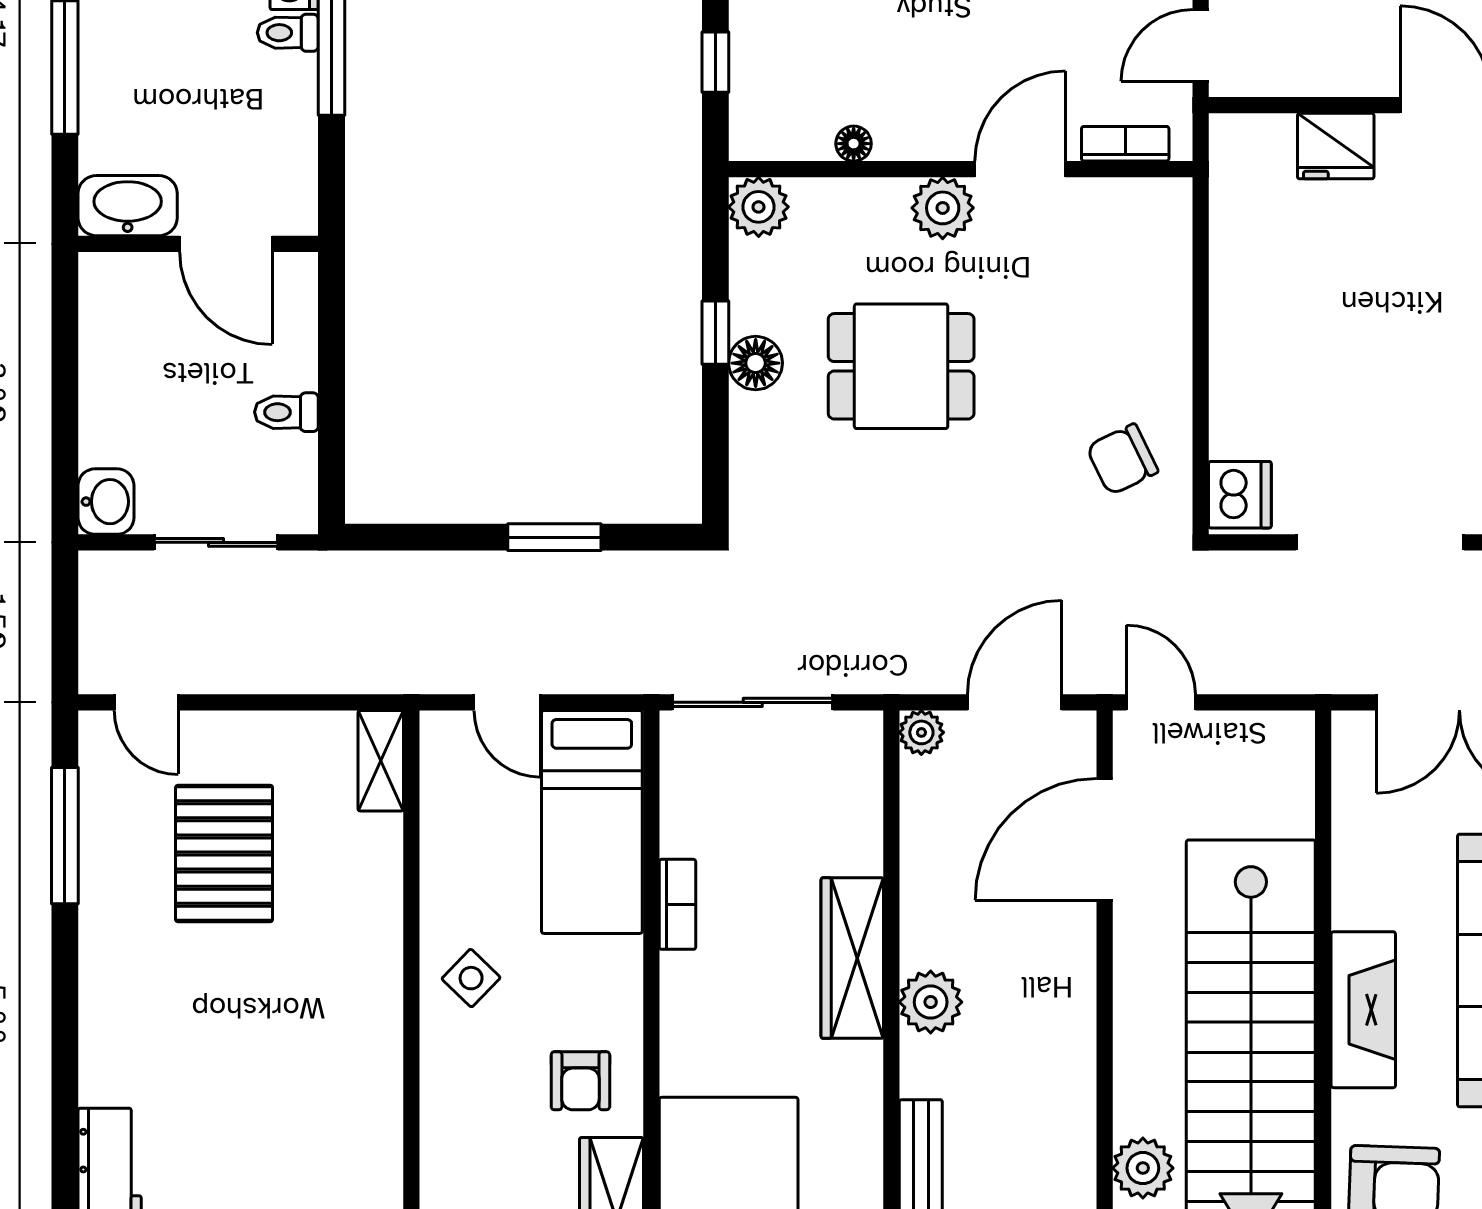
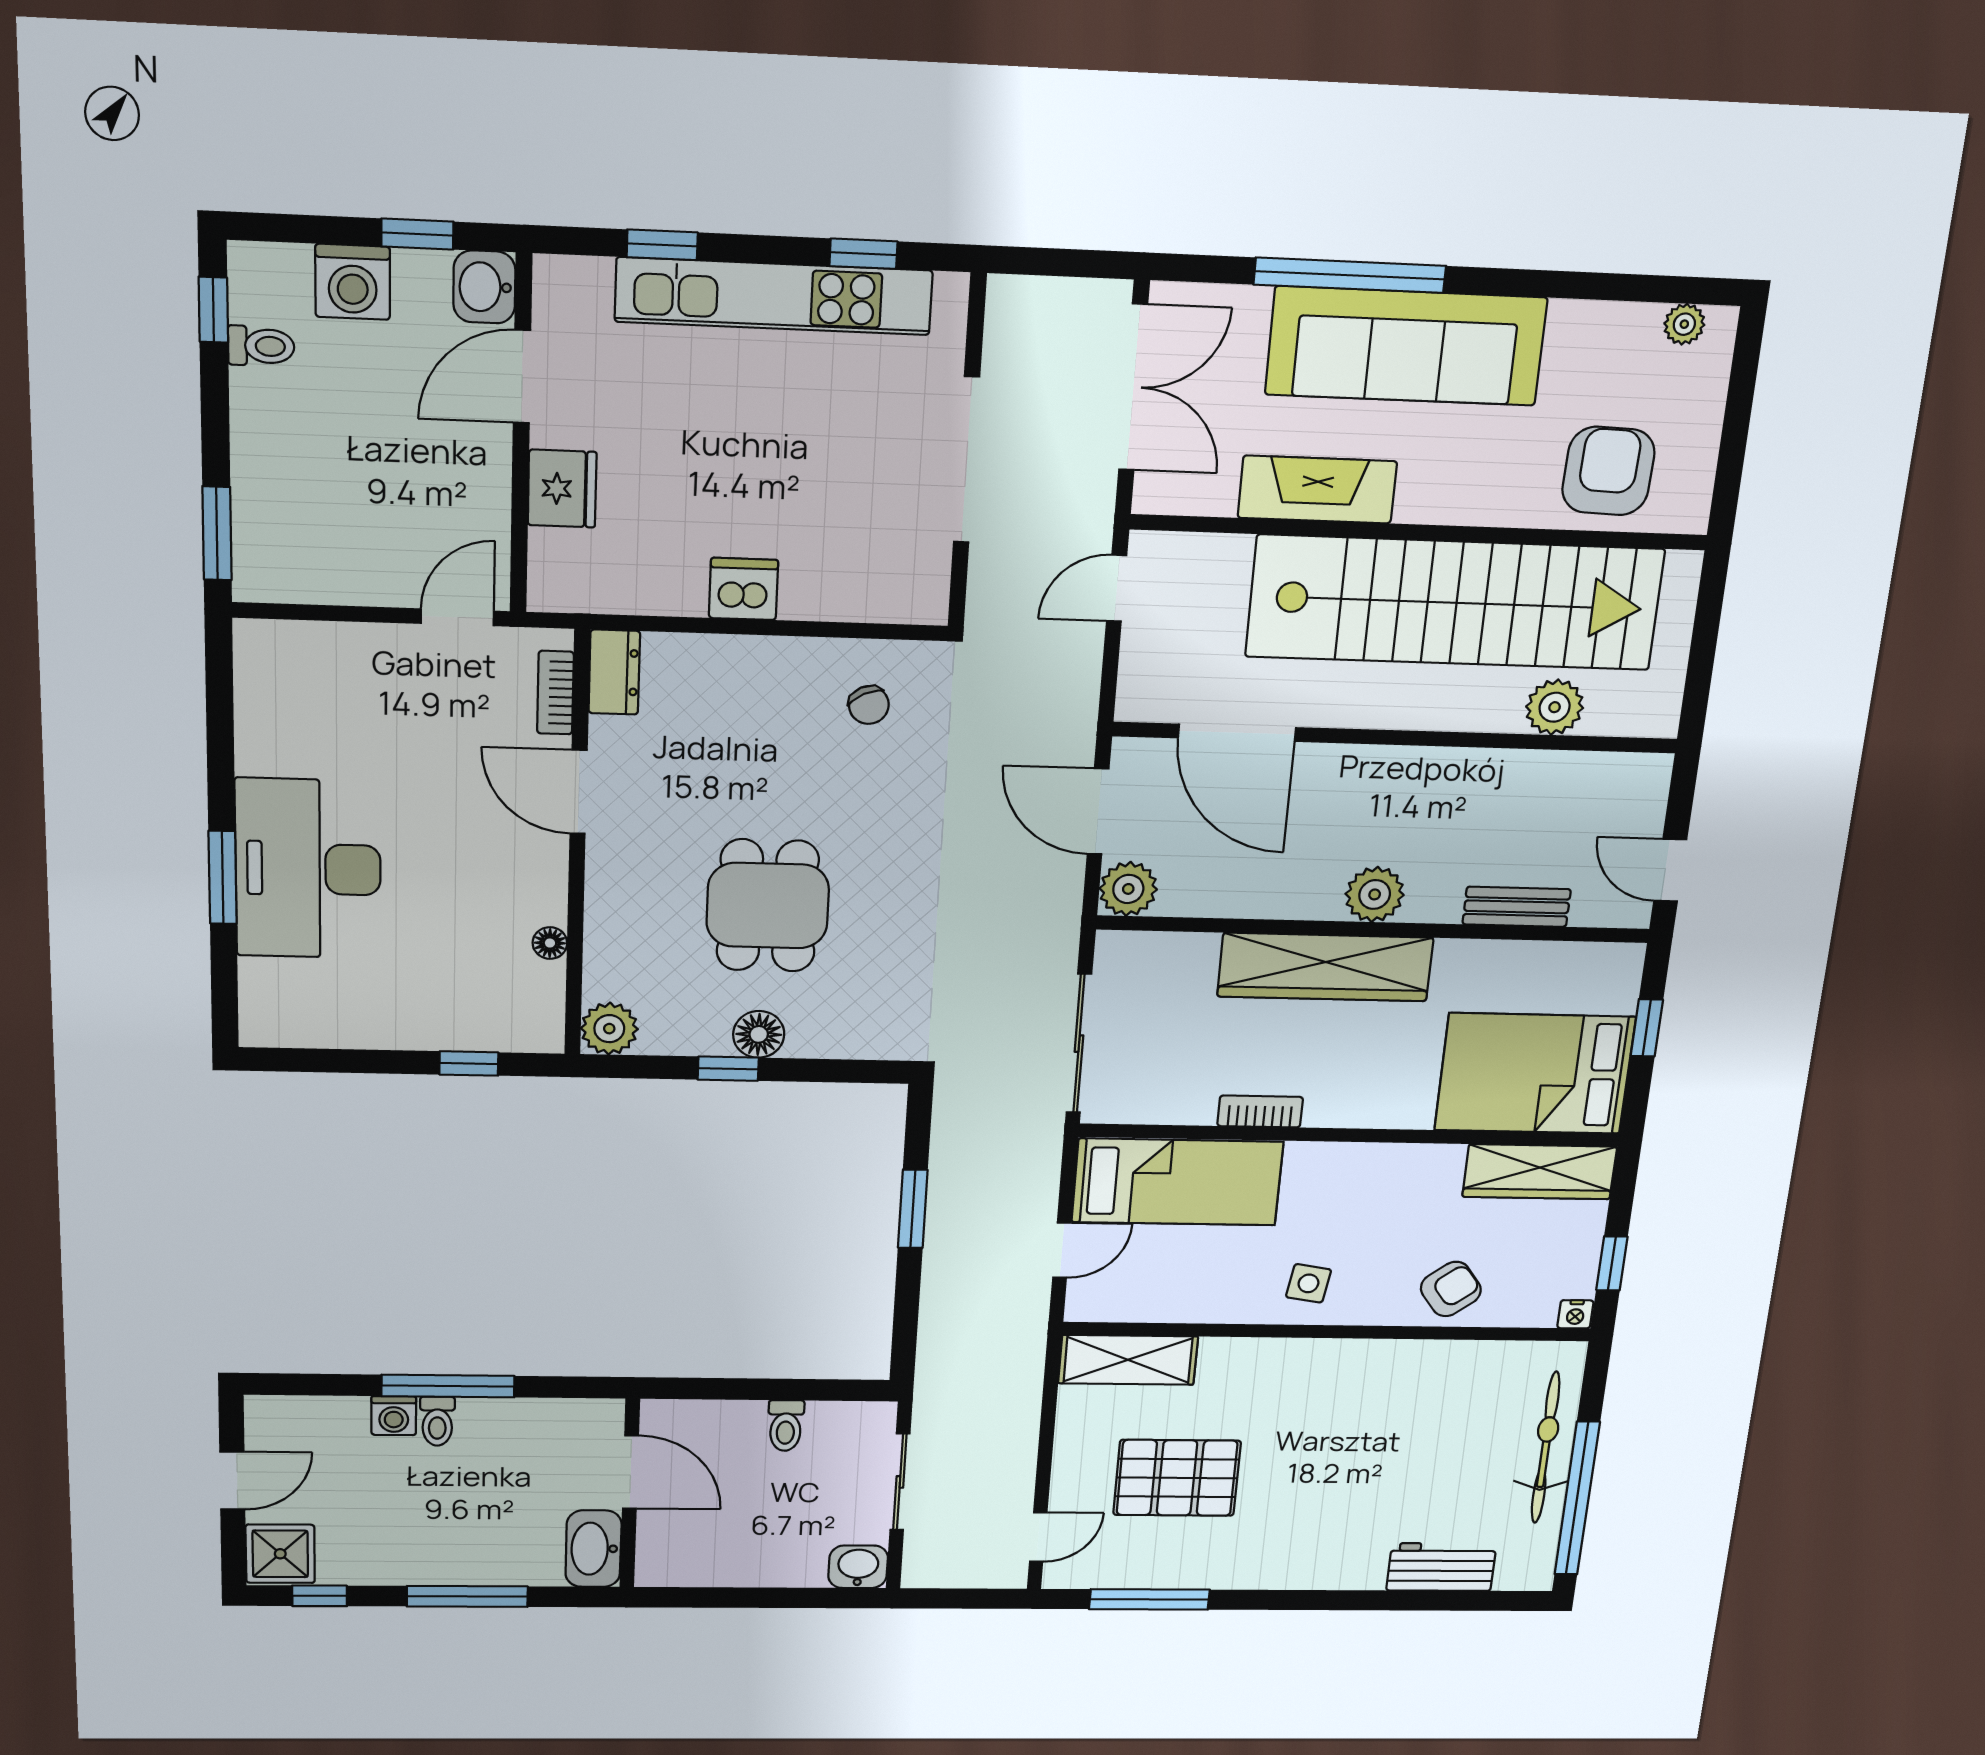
door: (1201, 45) -> (457, 617), swing flipped
dresser: (1149, 202) -> (614, 672), added
plant: (943, 208) -> (615, 864), removed
door: (226, 244) -> (630, 1472), hinge flipped
chair: (1122, 459) -> (869, 705), width x0.73, depth x0.73
dishwasher: (1240, 495) -> (743, 589), moved
door: (1161, 702) -> (1117, 588), moved
plant: (921, 732) -> (1128, 889), width x1.38, depth x1.38
shelving: (381, 761) -> (1128, 1360), width x1.50, depth x1.33
wardrobe: (852, 958) -> (1325, 967), width x1.40, depth x1.17
side table: (471, 978) -> (1308, 1283), turned -35
fireplace: (1363, 1010) -> (1317, 490), moved
armchair: (580, 1081) -> (1451, 1289), moved, turned -37

